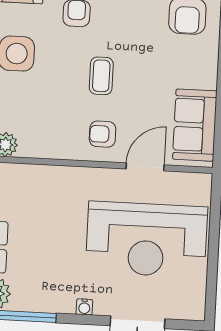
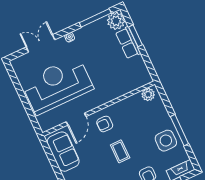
armchair: (103, 134) -> (105, 124), turned 180

